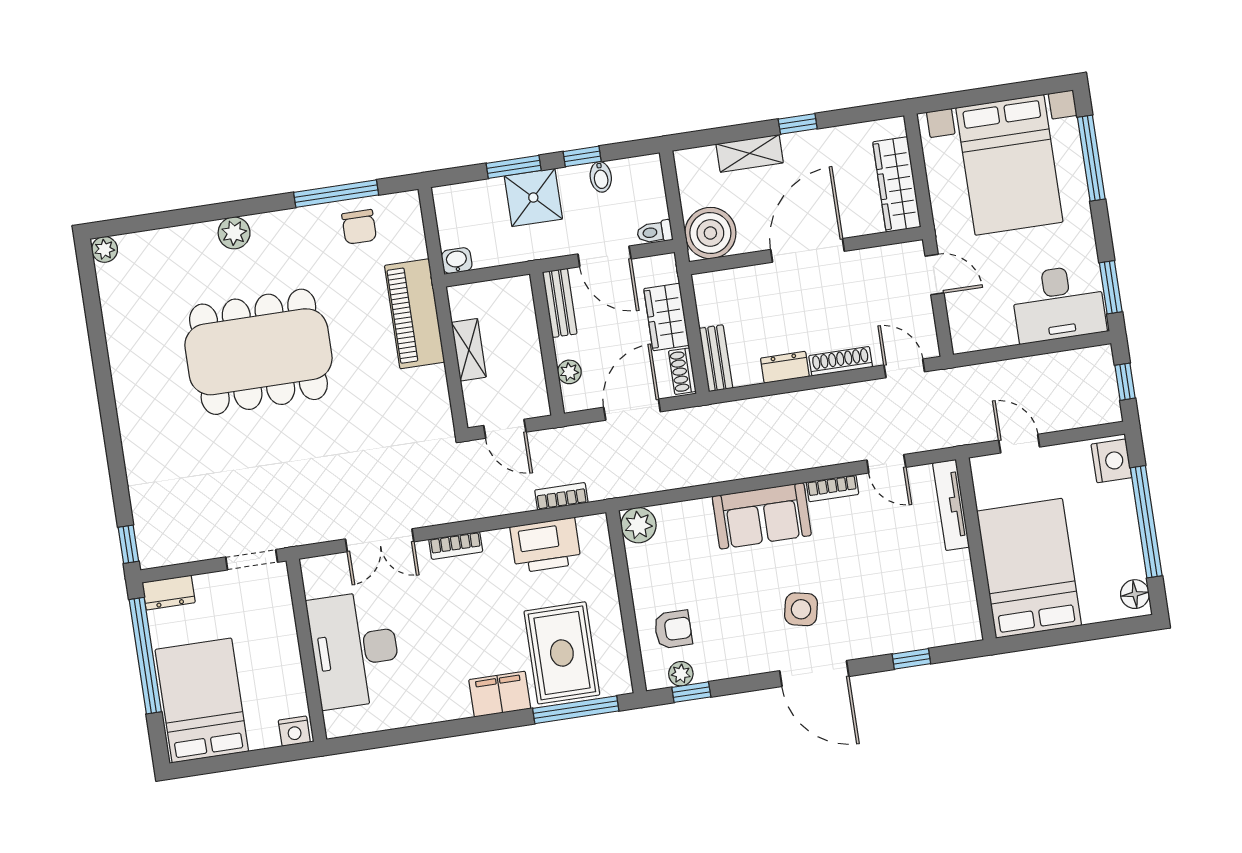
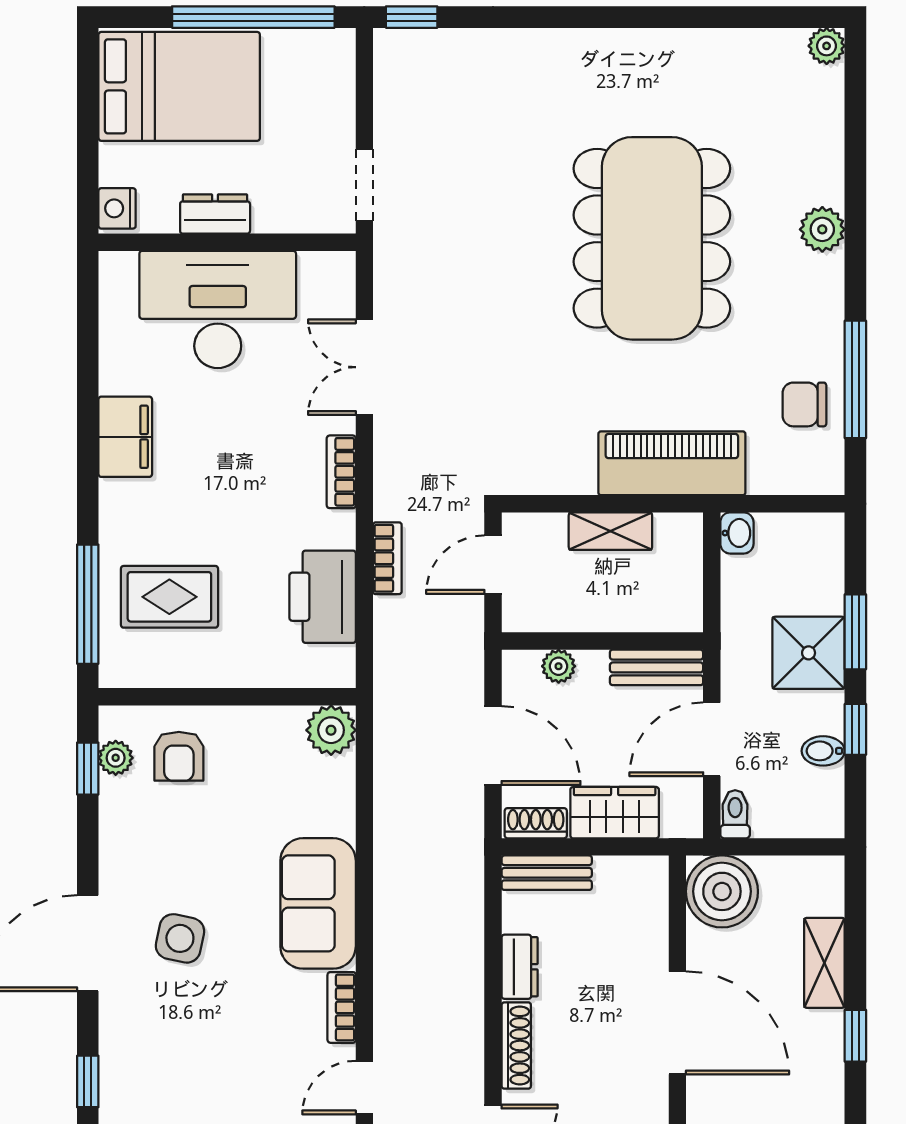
bookcase: (561, 496) -> (387, 558), moved
dresser: (169, 593) -> (215, 214), moved, turned 90
rug: (562, 653) -> (169, 597), width x0.73, depth x0.70
filing cabinet: (500, 694) -> (125, 437), moved

